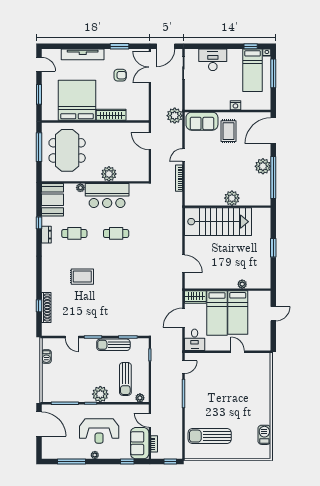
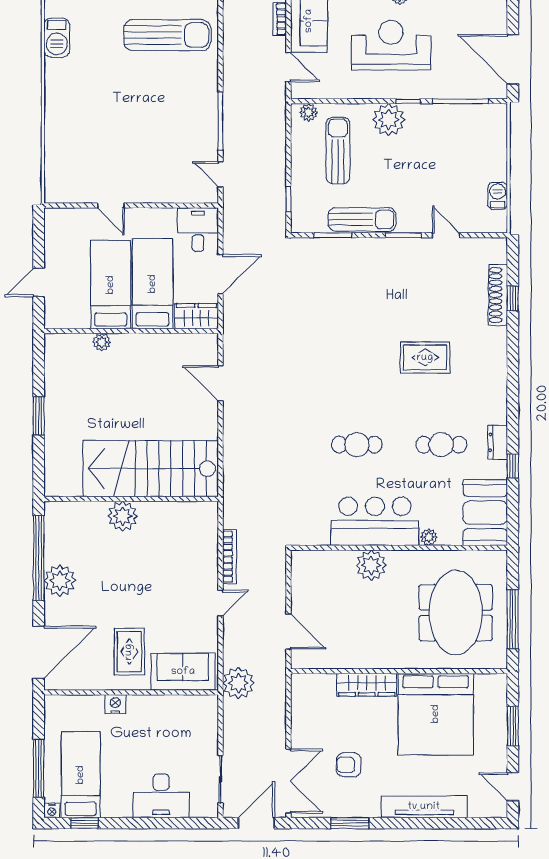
door: (183, 367) -> (220, 174), hinge flipped

